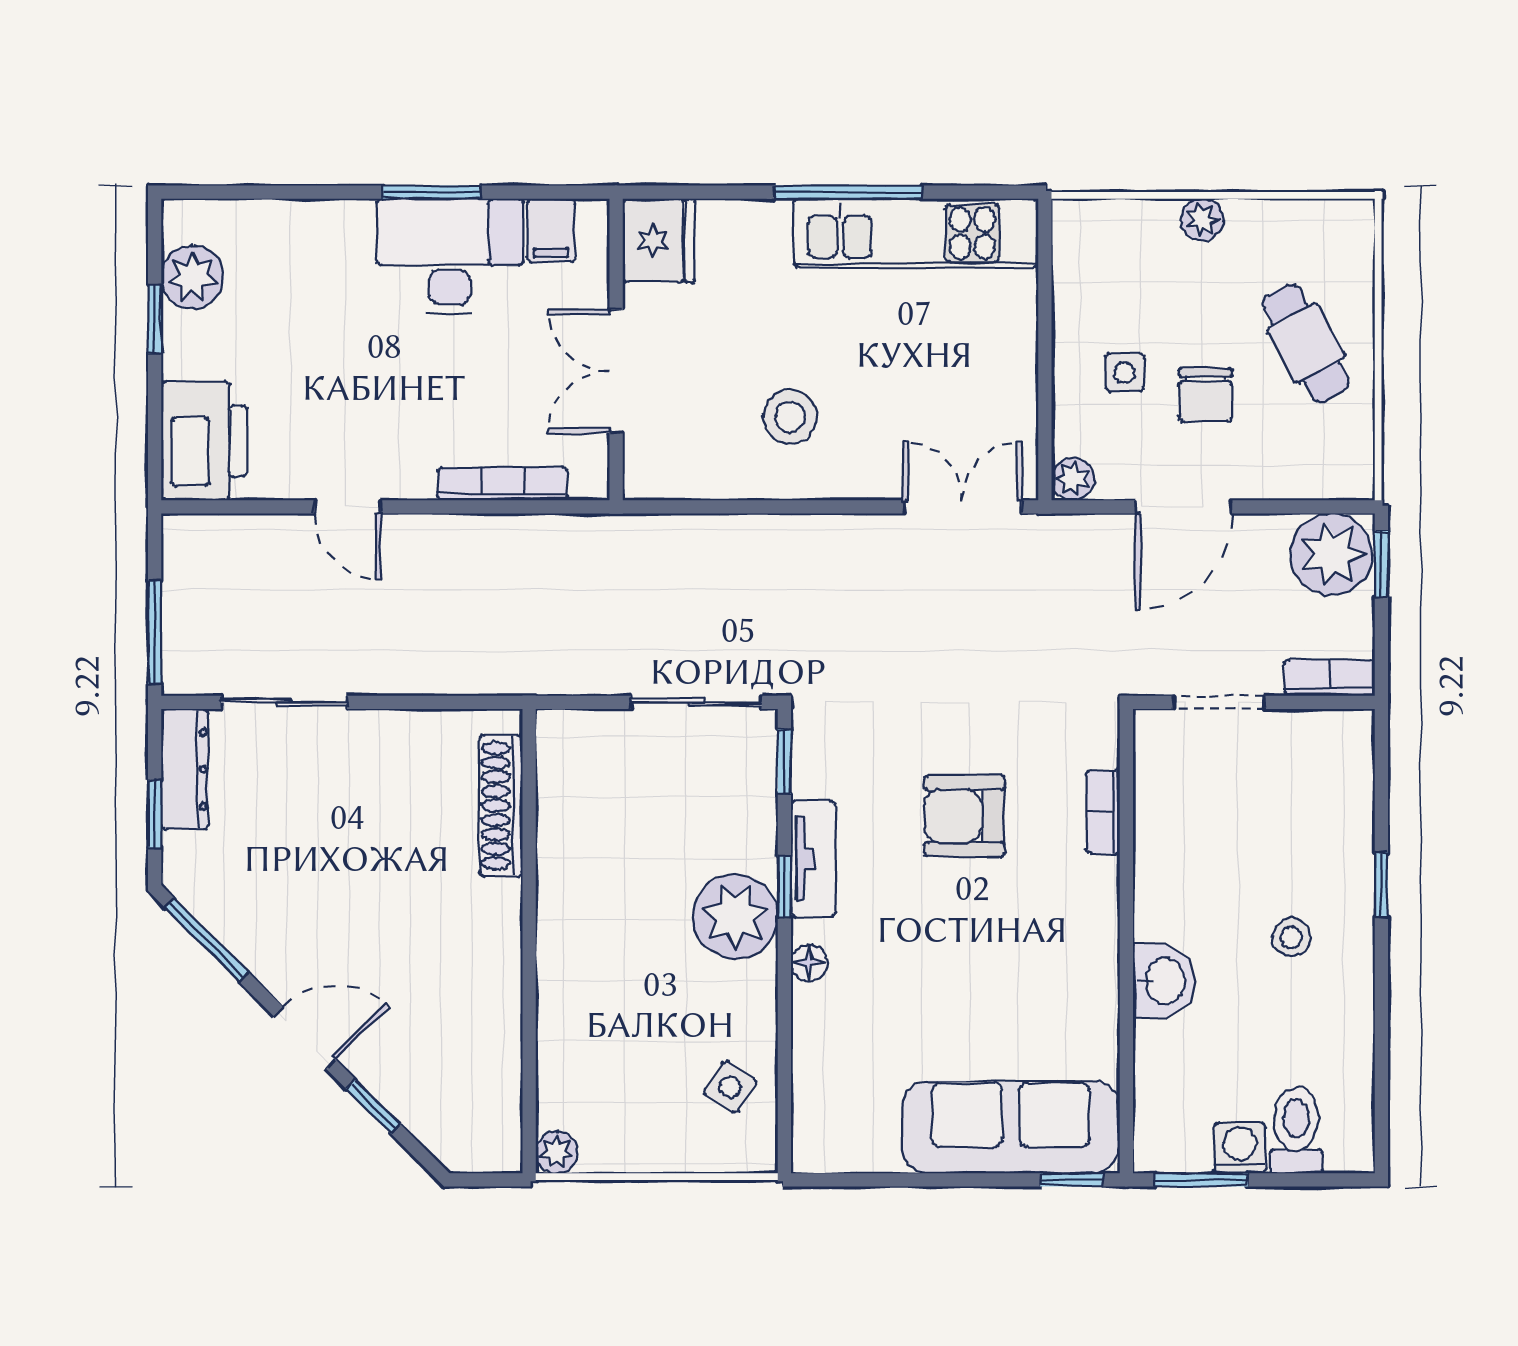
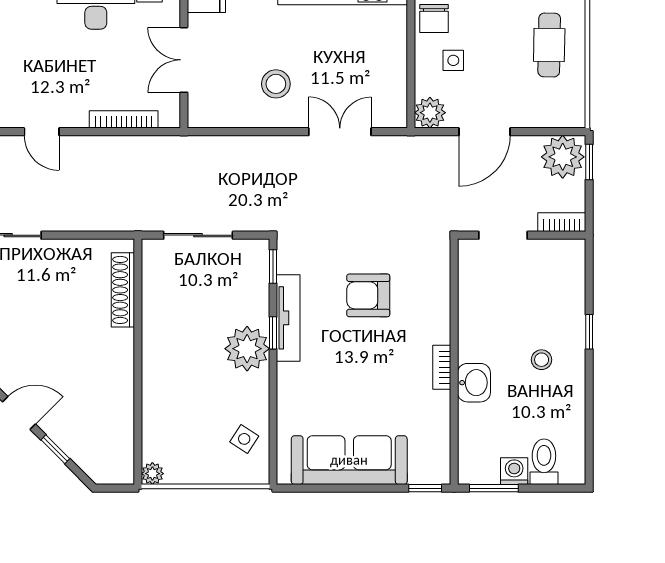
cafe table: (1306, 343) -> (549, 45), turned 30
chair: (1206, 395) -> (434, 18), moved
plant: (1073, 479) -> (430, 113), width x1.38, depth x1.38
double door: (962, 507) -> (340, 132), moved
sliding door: (696, 702) -> (198, 235), moved
bookcase: (1103, 812) -> (442, 367), moved
tv unit: (813, 859) -> (288, 318), width x1.41
floor lamp: (809, 963) -> (286, 373), removed
sofa: (1011, 1127) -> (349, 460), moved

